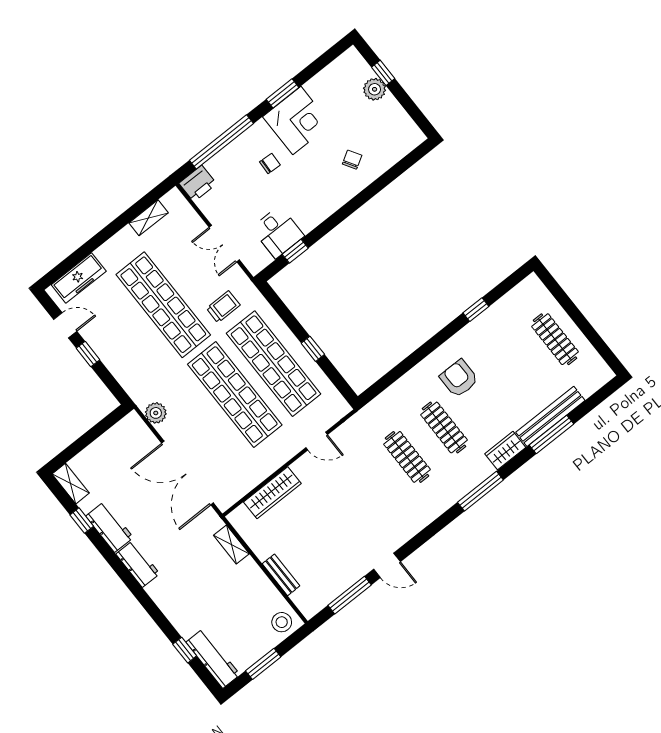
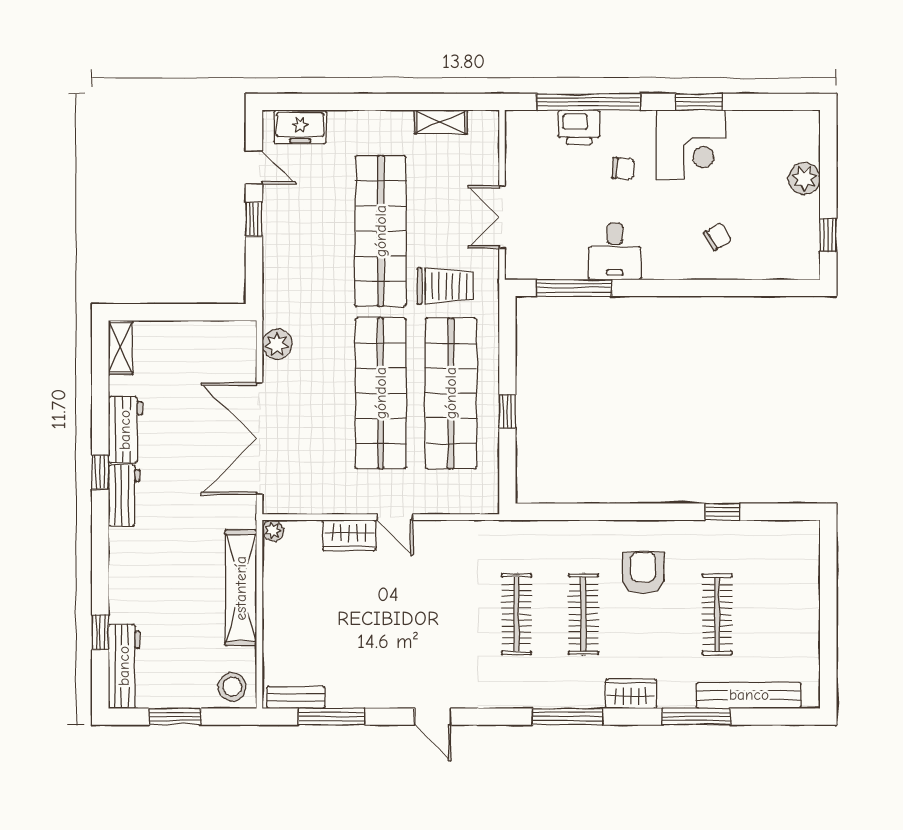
window: (383, 73) -> (828, 235), moved
printer: (198, 184) -> (579, 127), moved
desk: (278, 232) -> (615, 251), moved
window: (295, 251) -> (574, 288), width x2.17
freezer: (79, 278) -> (300, 127), width x0.71
trolley: (223, 307) -> (445, 286), width x1.36, depth x1.39
clothes rail: (555, 339) -> (717, 614), moved
bench: (550, 416) -> (749, 695), moved
door: (317, 441) -> (395, 517), moved
wardrobe: (272, 493) -> (349, 535), width x0.67
plant: (235, 518) -> (273, 530), added
window: (82, 521) -> (100, 472), moved
shelving: (231, 544) -> (241, 588), width x2.20, depth x1.33
door: (387, 565) -> (433, 717), moved
bench: (281, 575) -> (296, 697), moved, turned 90

